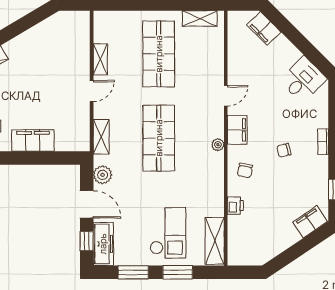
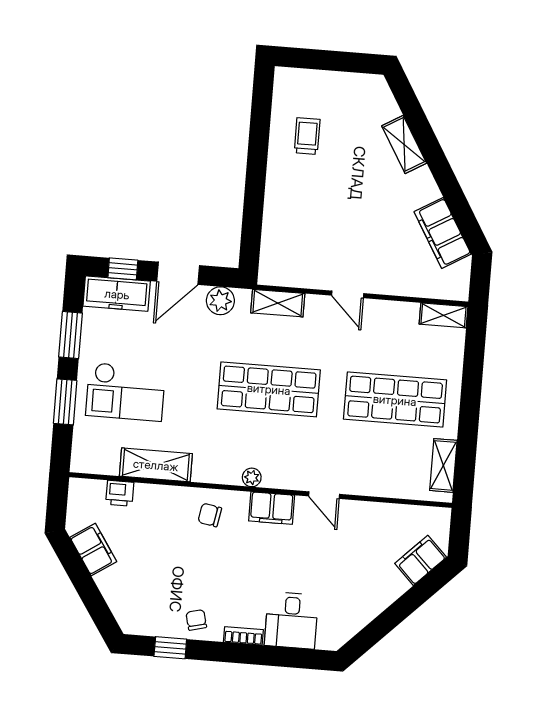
shelving: (100, 59) -> (443, 315), moved
desk: (303, 80) -> (291, 620), moved, turned 45
filing cabinet: (33, 140) -> (443, 233), moved, turned 149
chair: (284, 150) -> (196, 620), moved
printer: (235, 206) -> (120, 493), moved
filing cabinet: (310, 222) -> (93, 550), moved
shelving: (215, 241) -> (156, 465), moved

